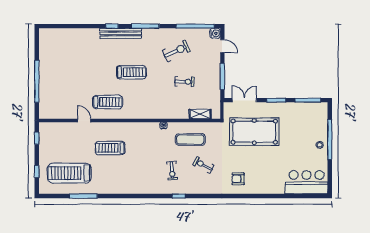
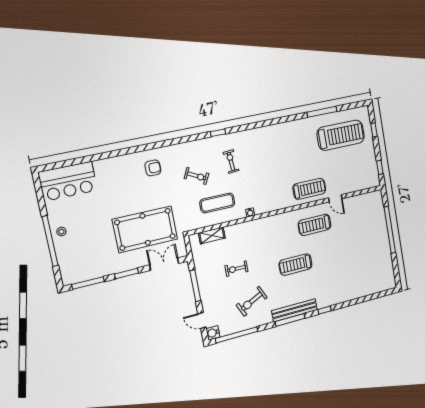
bench: (121, 33) -> (294, 310), moved
double door: (244, 100) -> (164, 264), swing flipped
treadmill: (110, 148) -> (309, 189), moved

